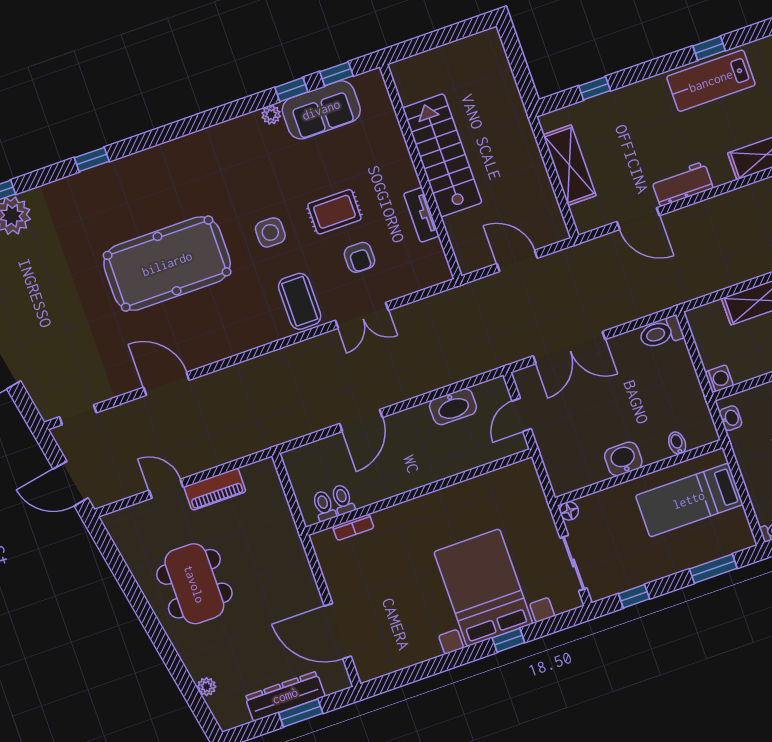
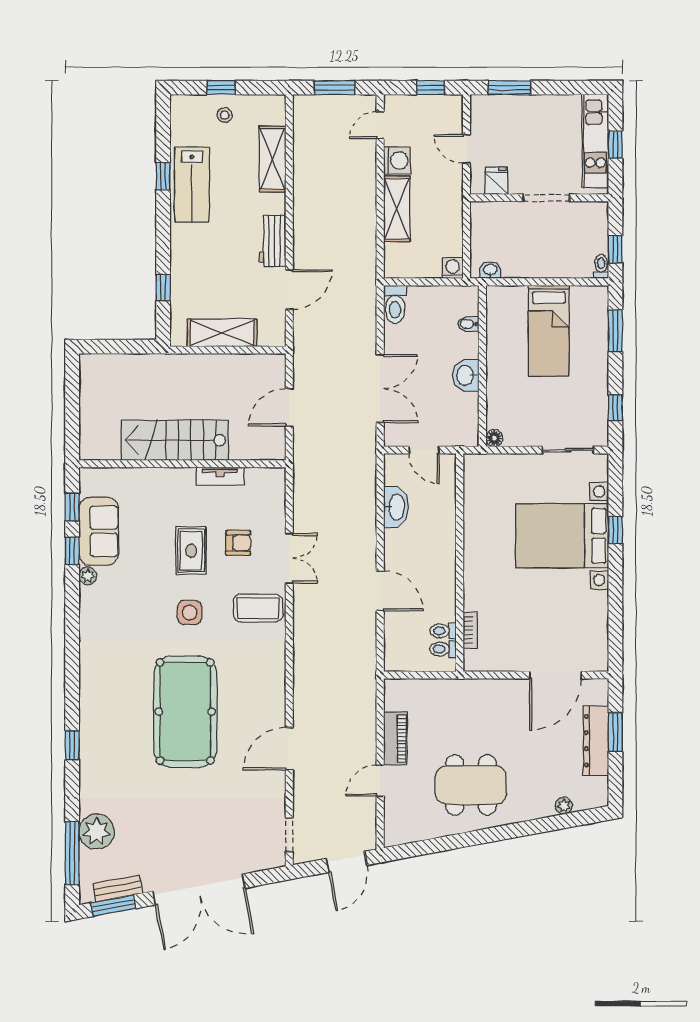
bidet: (677, 443) -> (468, 324), moved
washbasin: (623, 459) -> (466, 375), moved
wall: (639, 473) -> (482, 366), moved
floor lamp: (569, 511) -> (494, 438), moved

